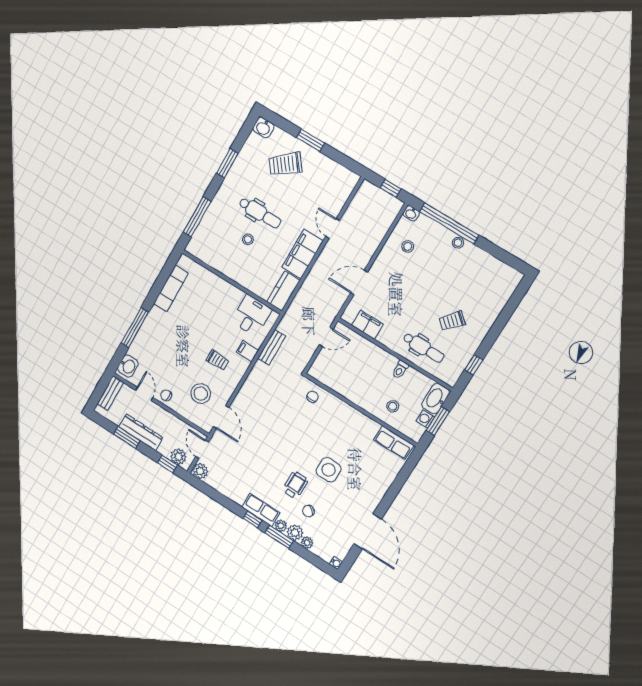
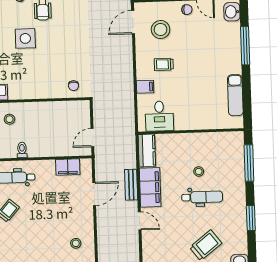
dental chair: (260, 213) -> (202, 197), turned 180
bench: (272, 347) -> (131, 185), moved
door: (221, 417) -> (133, 22), hinge flipped

